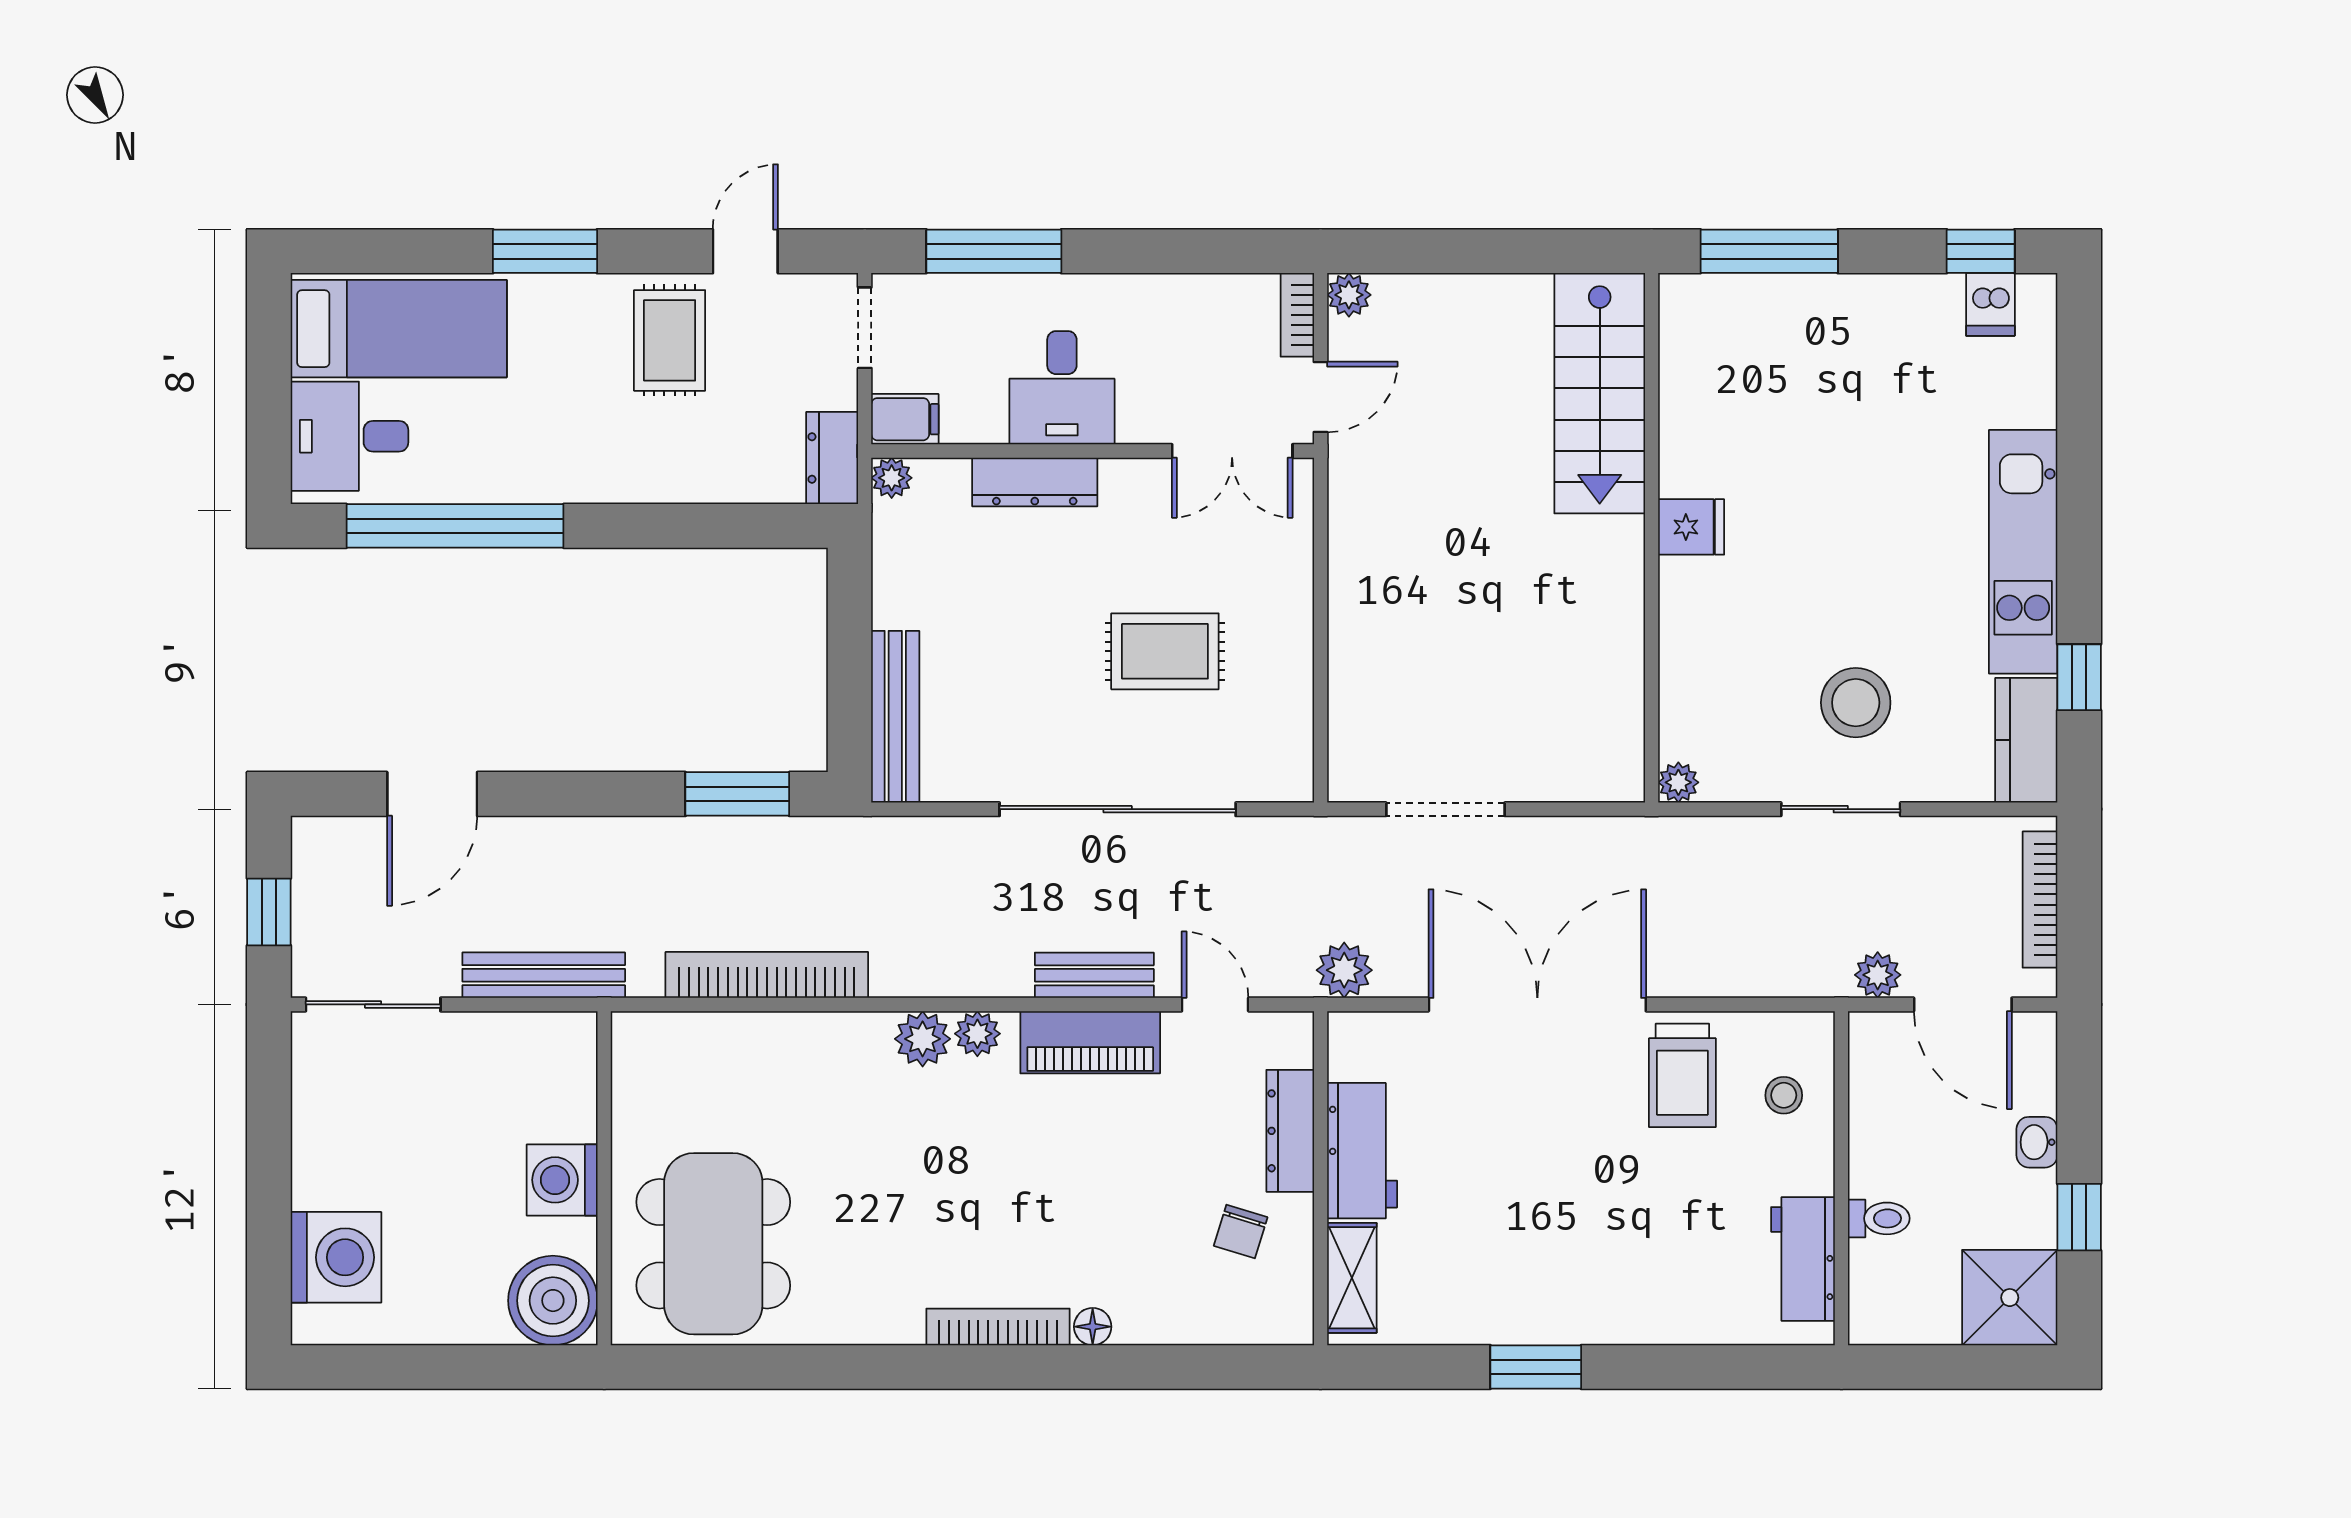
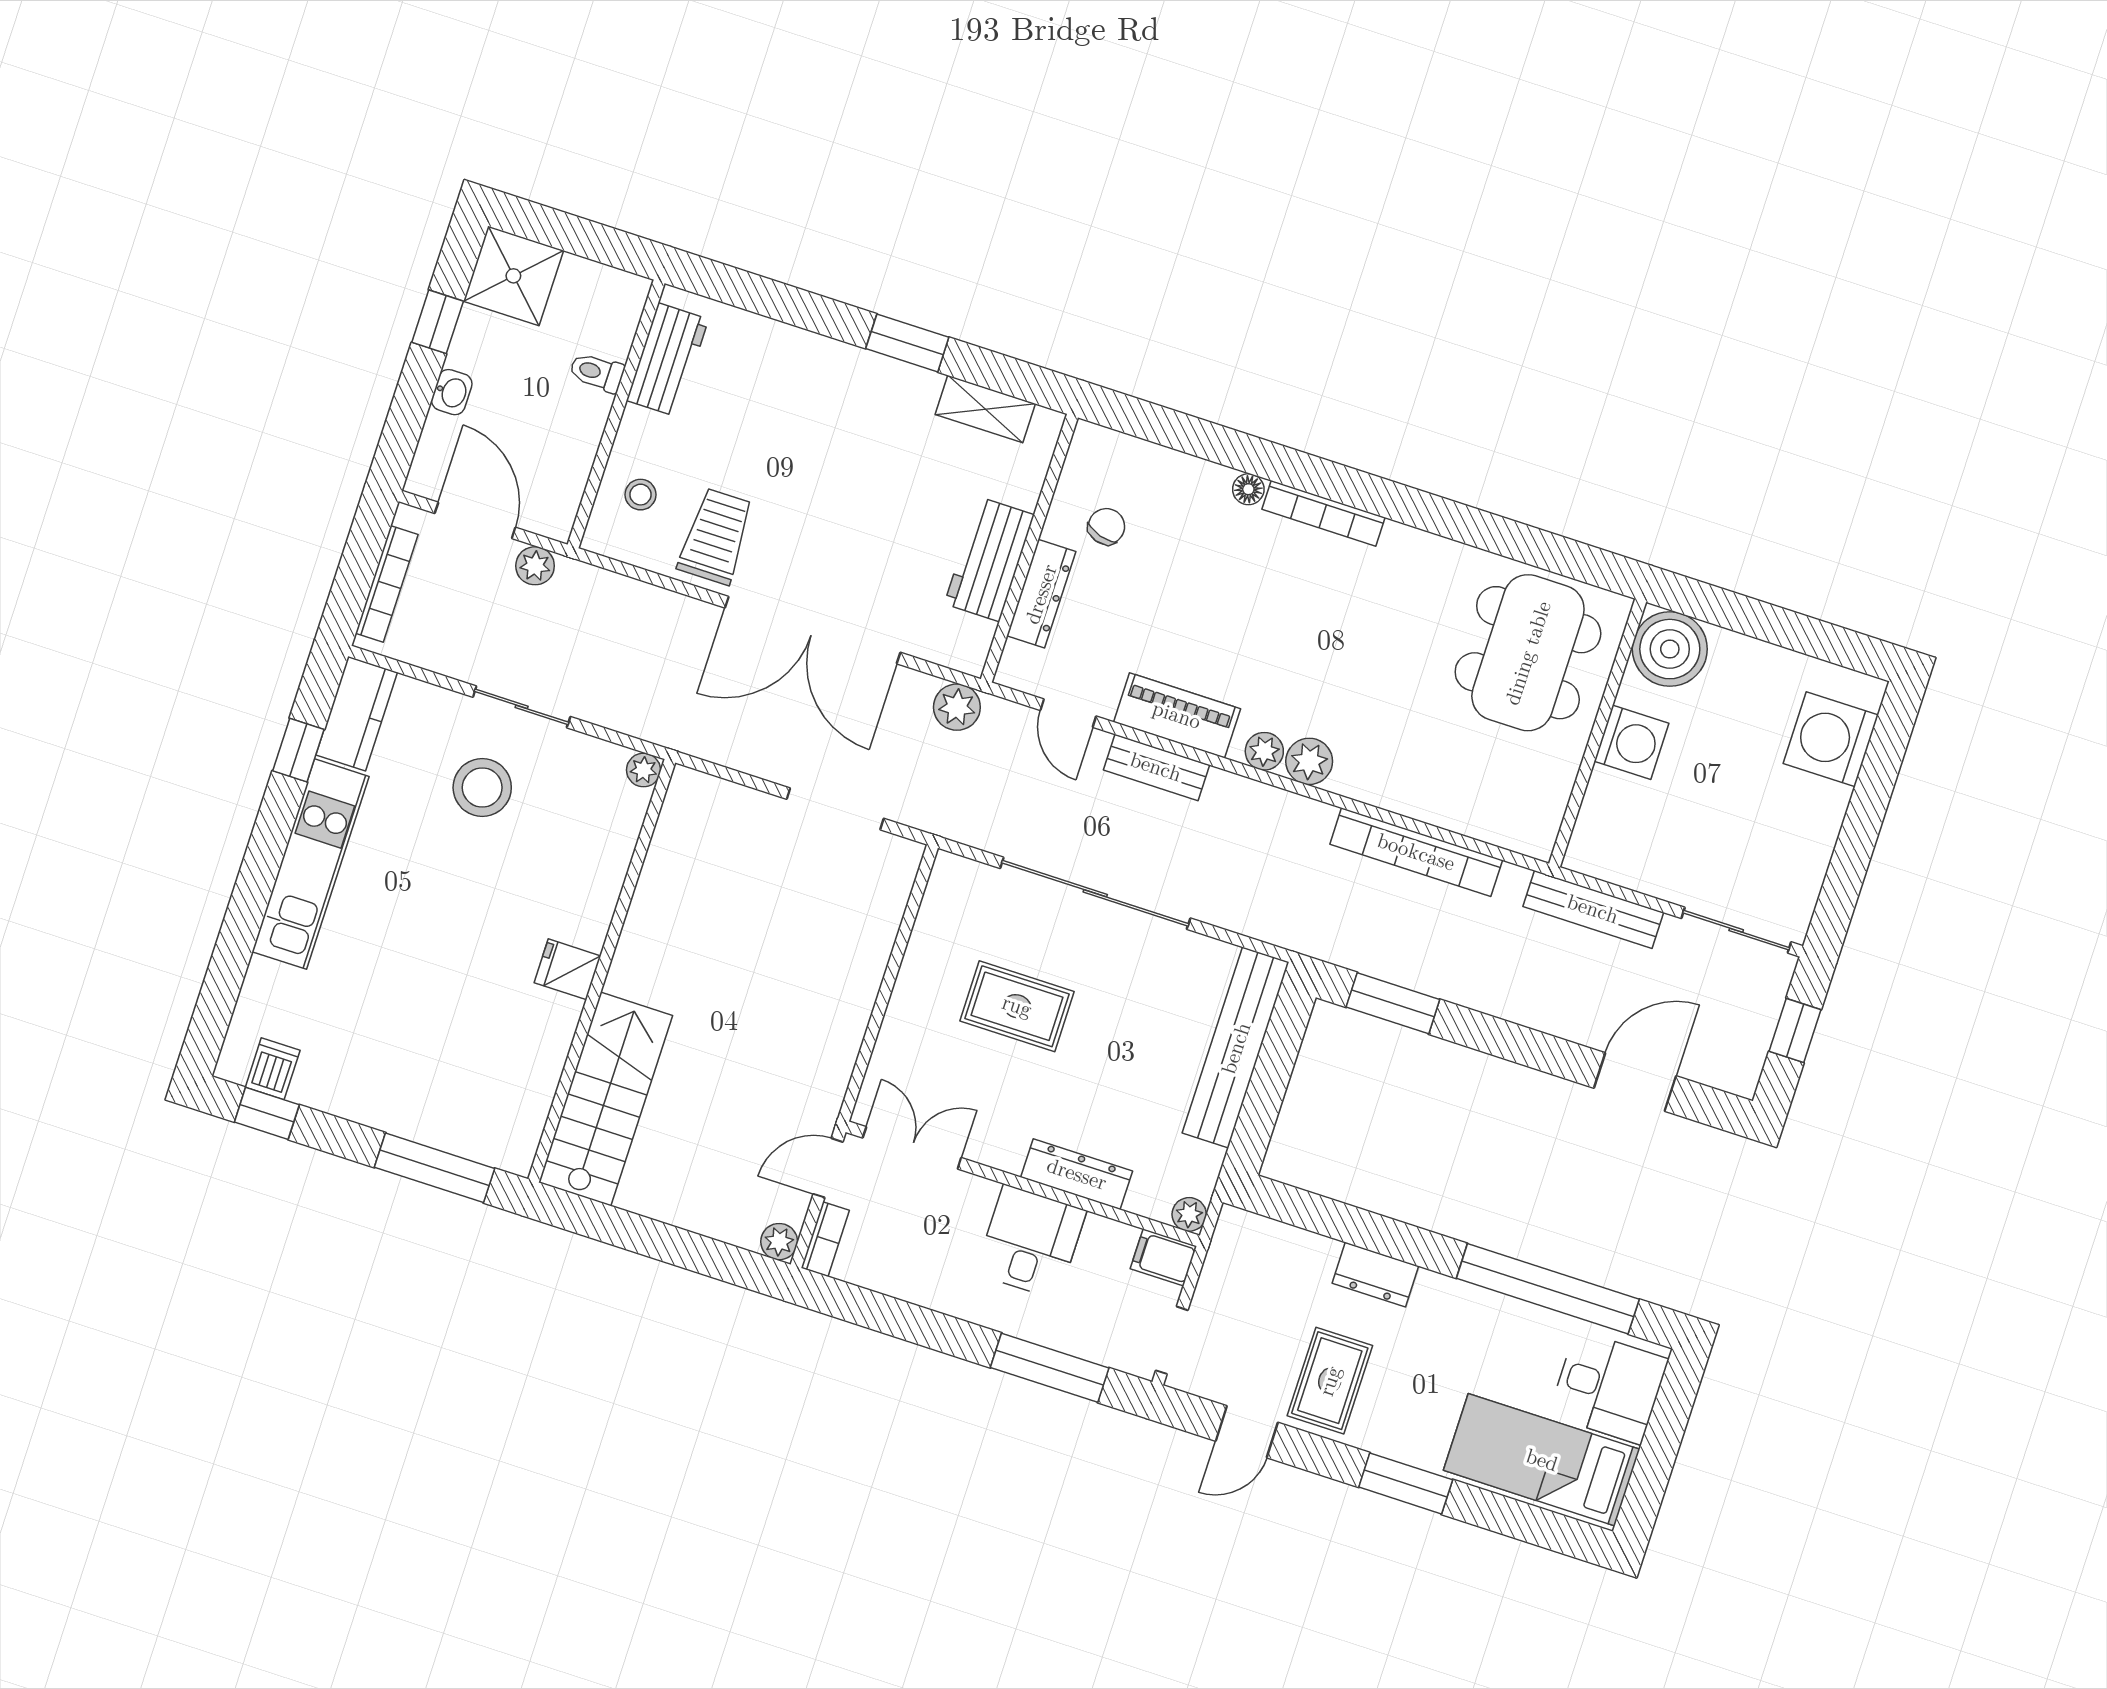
dresser: (832, 458) -> (1375, 1275), moved, turned 90
bench: (895, 717) -> (1236, 1048), width x1.37, depth x1.21
shelving: (1352, 1278) -> (985, 409), moved, turned 90

